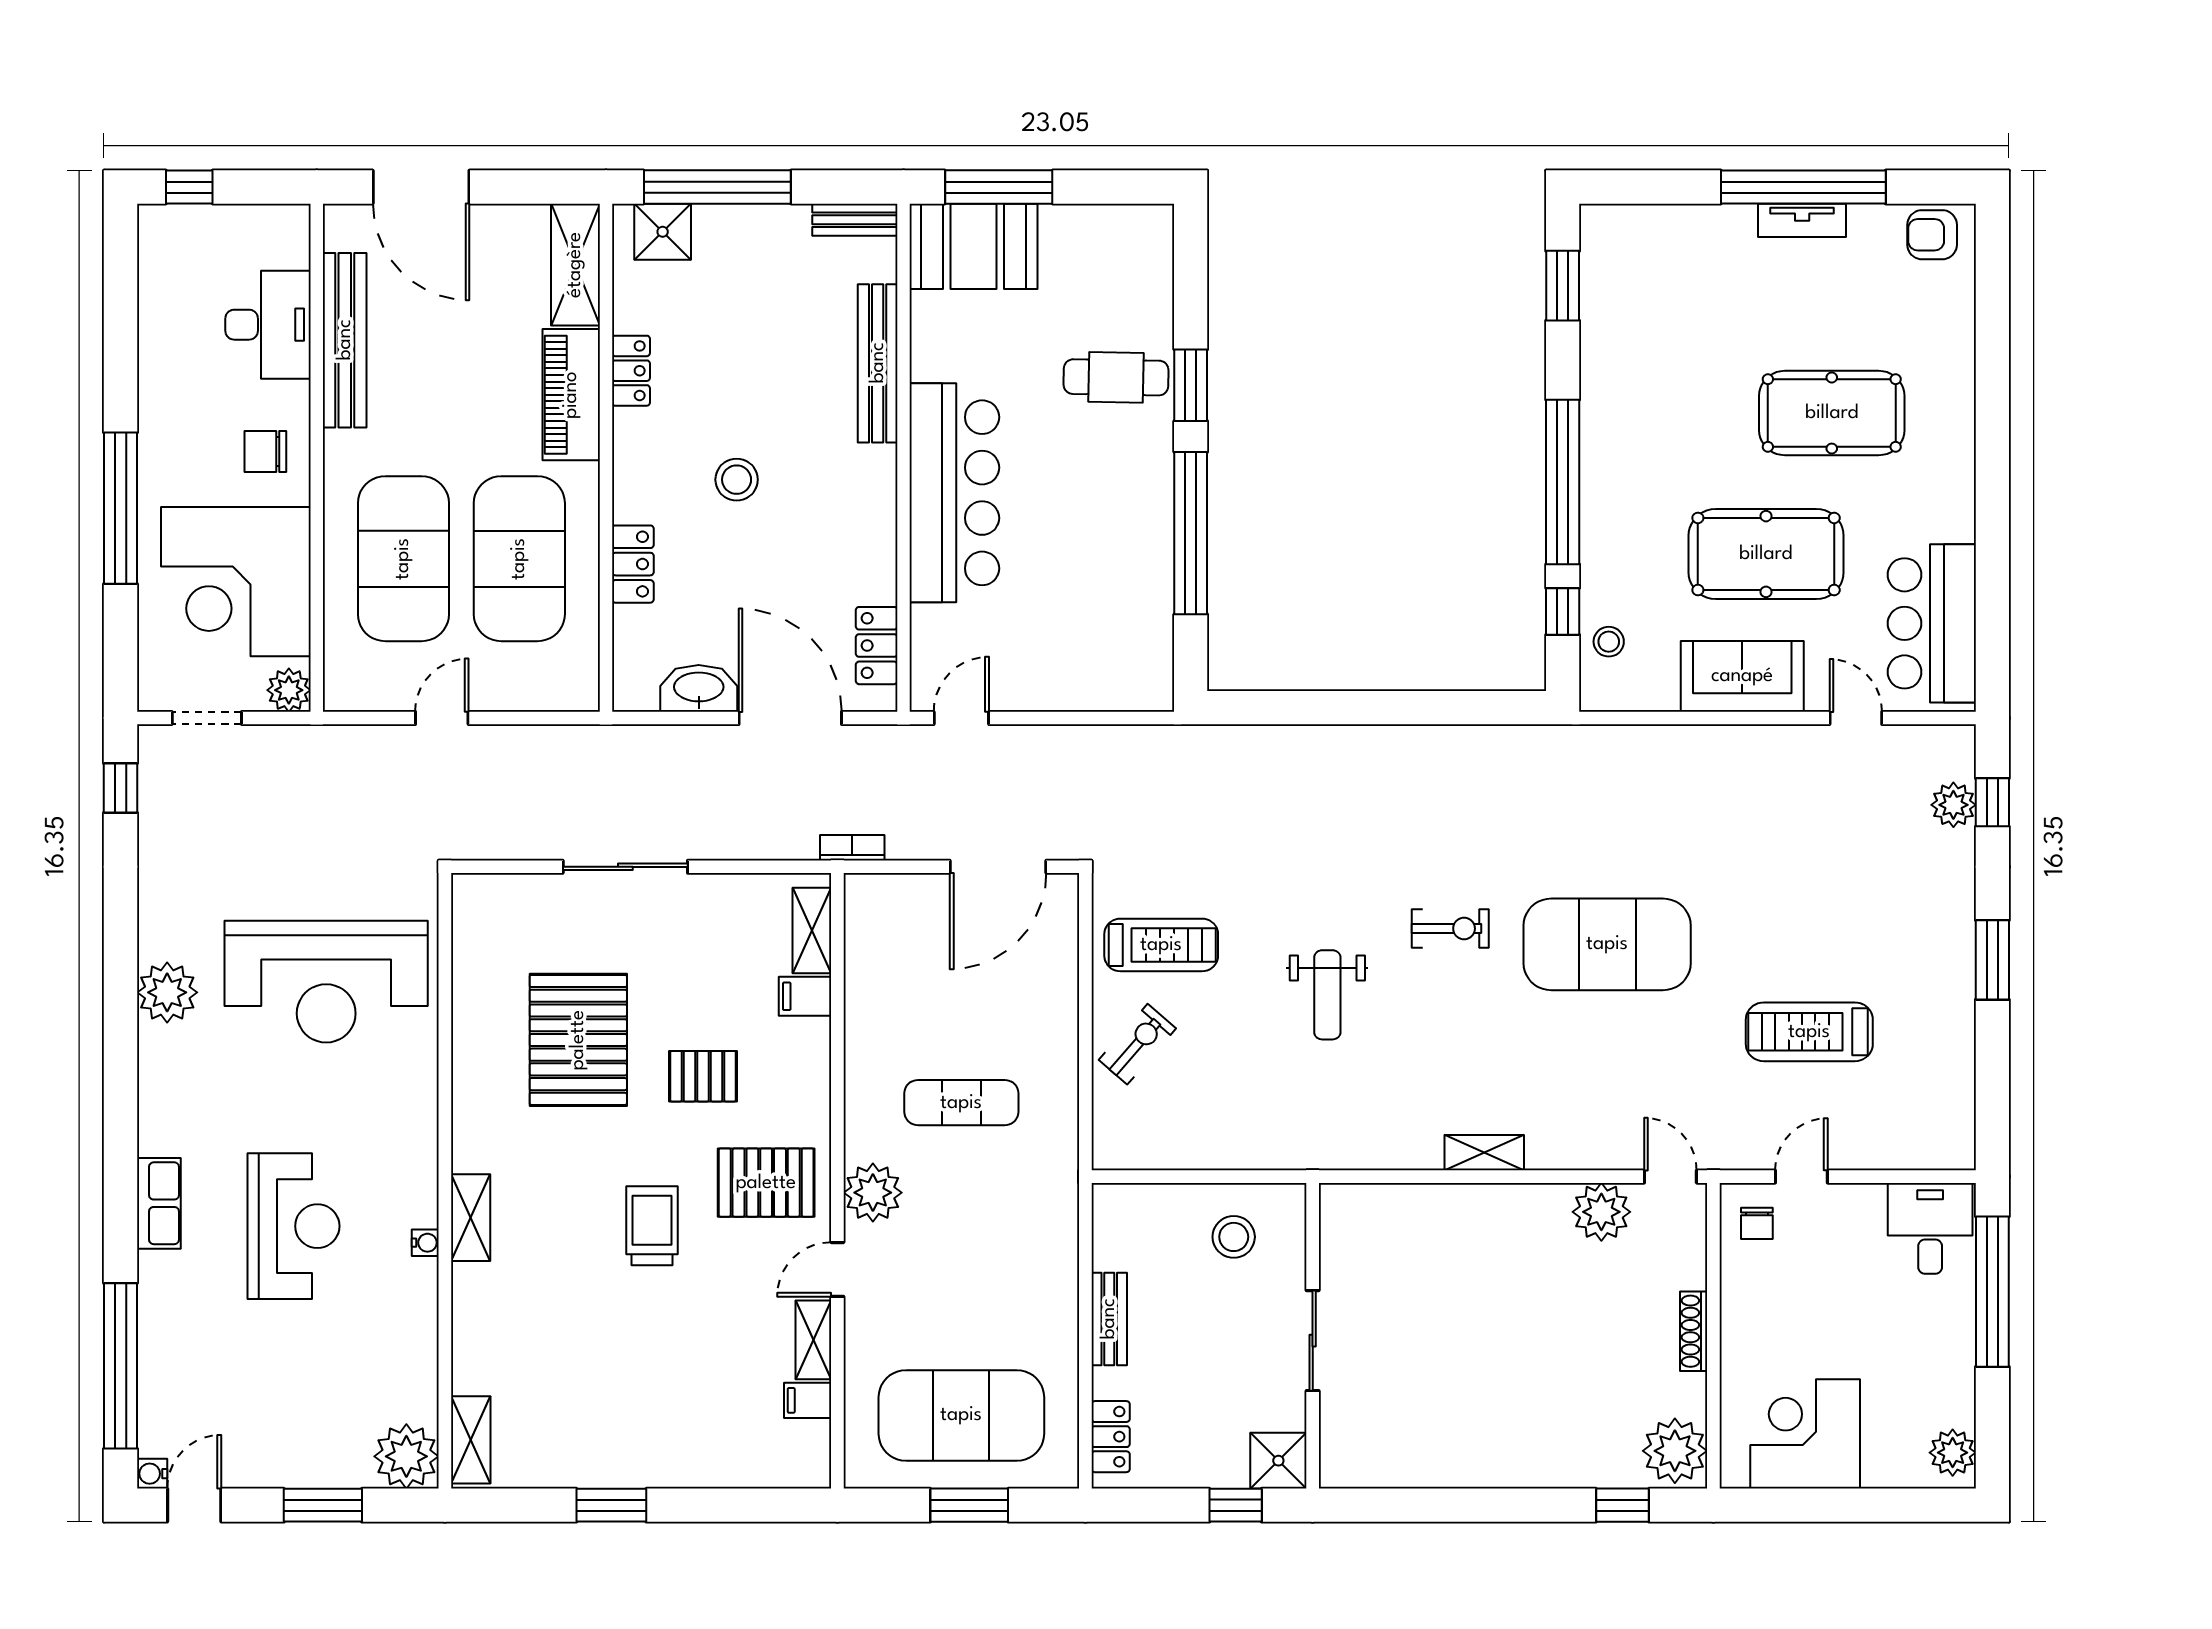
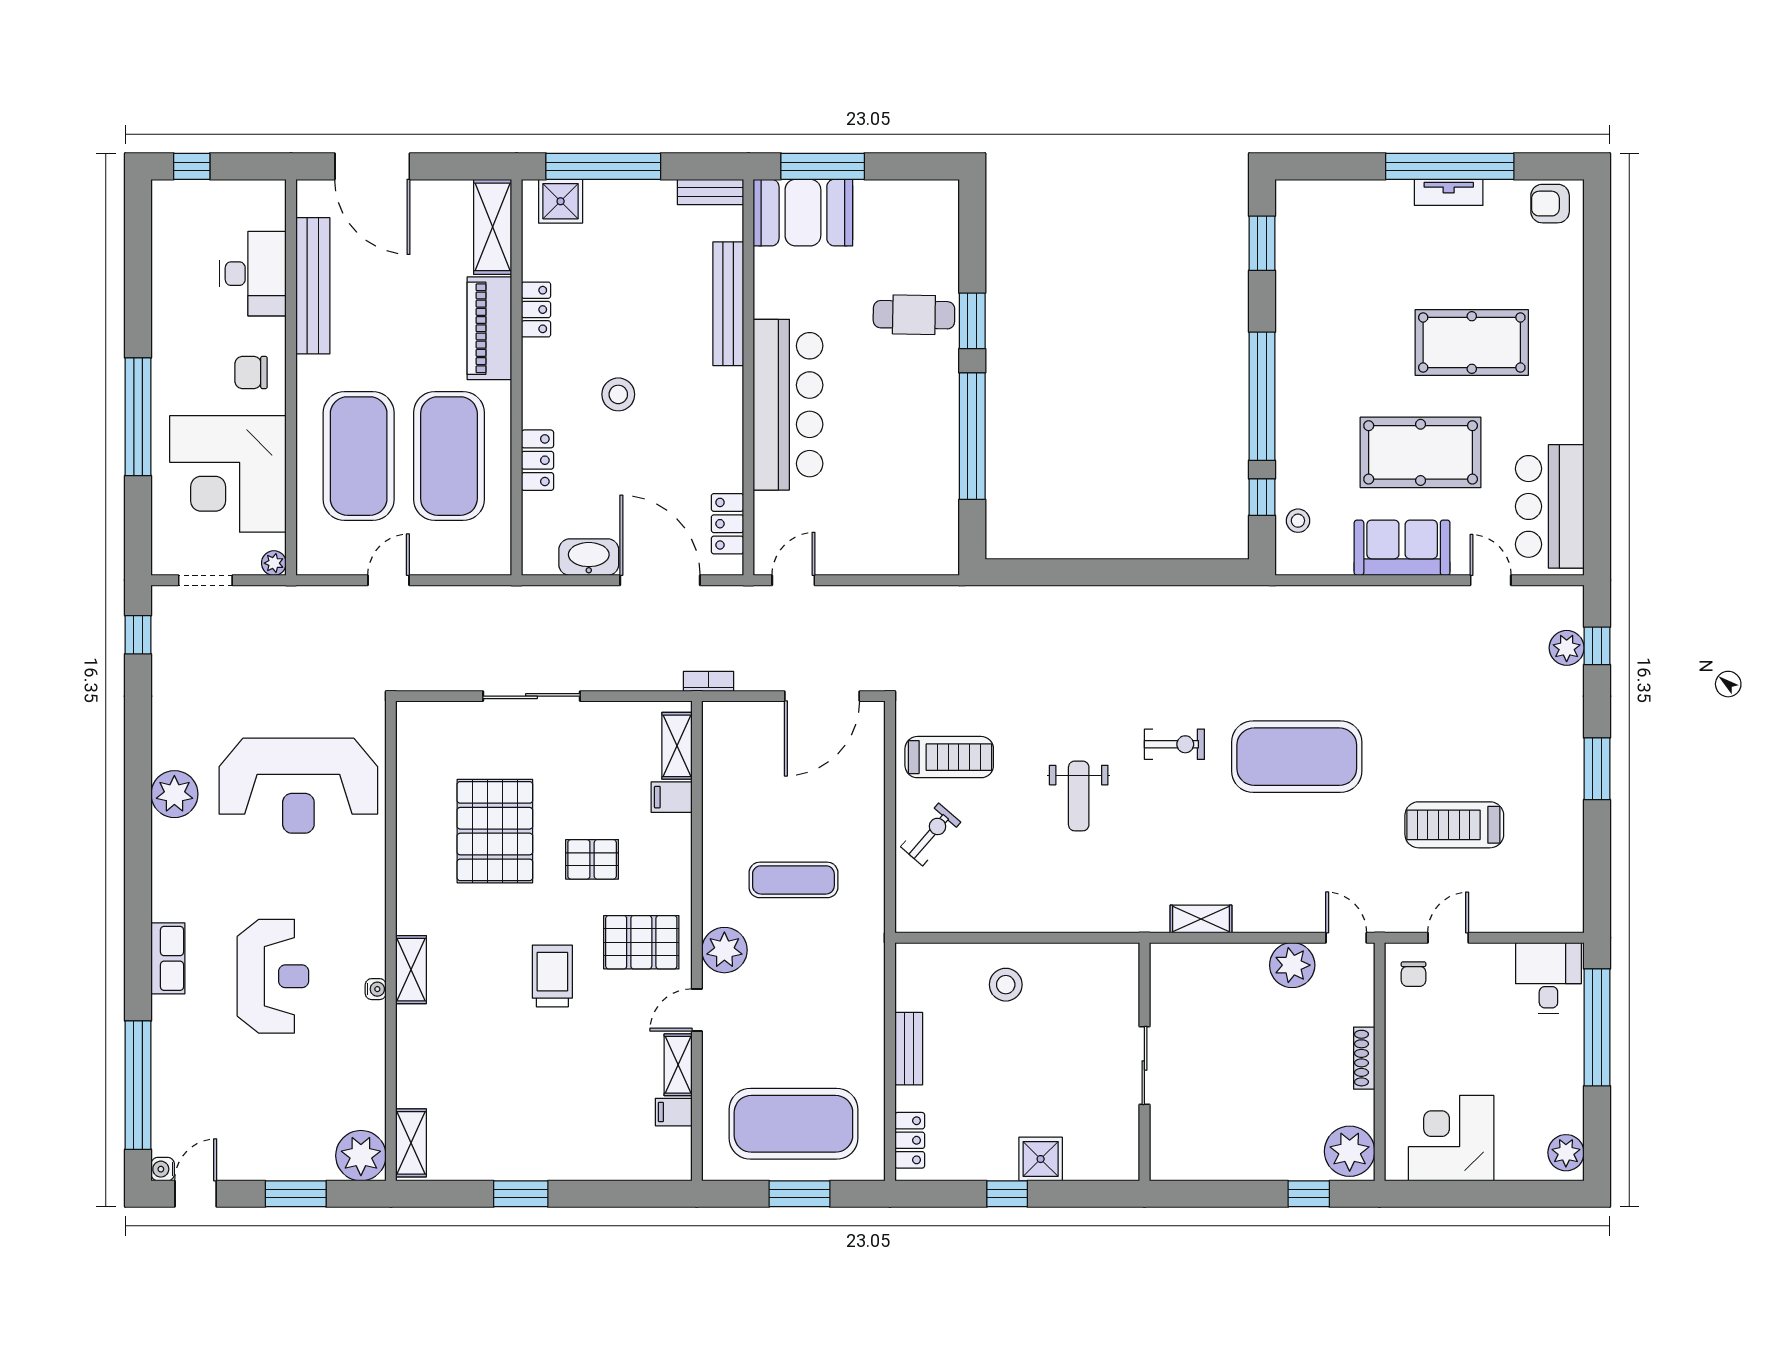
plant: (289, 690) -> (274, 563), width x0.73, depth x0.73
wall: (1313, 1336) -> (1144, 1062), moved
sliding door: (1313, 1341) -> (1144, 1065), moved

